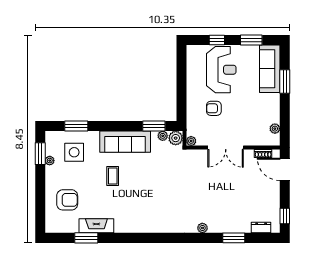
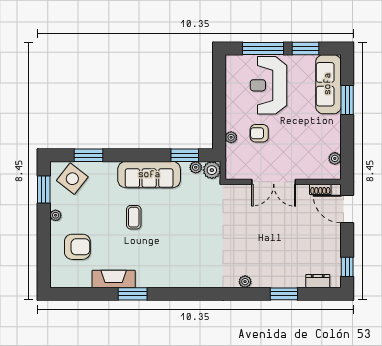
window: (217, 40) -> (263, 49), width x2.17
reception desk: (221, 70) -> (268, 85), turned 180
plant: (191, 141) -> (231, 137), moved
side table: (74, 152) -> (72, 179), moved, turned 38
plant: (50, 161) -> (56, 215), moved
window: (86, 238) -> (133, 294), moved

